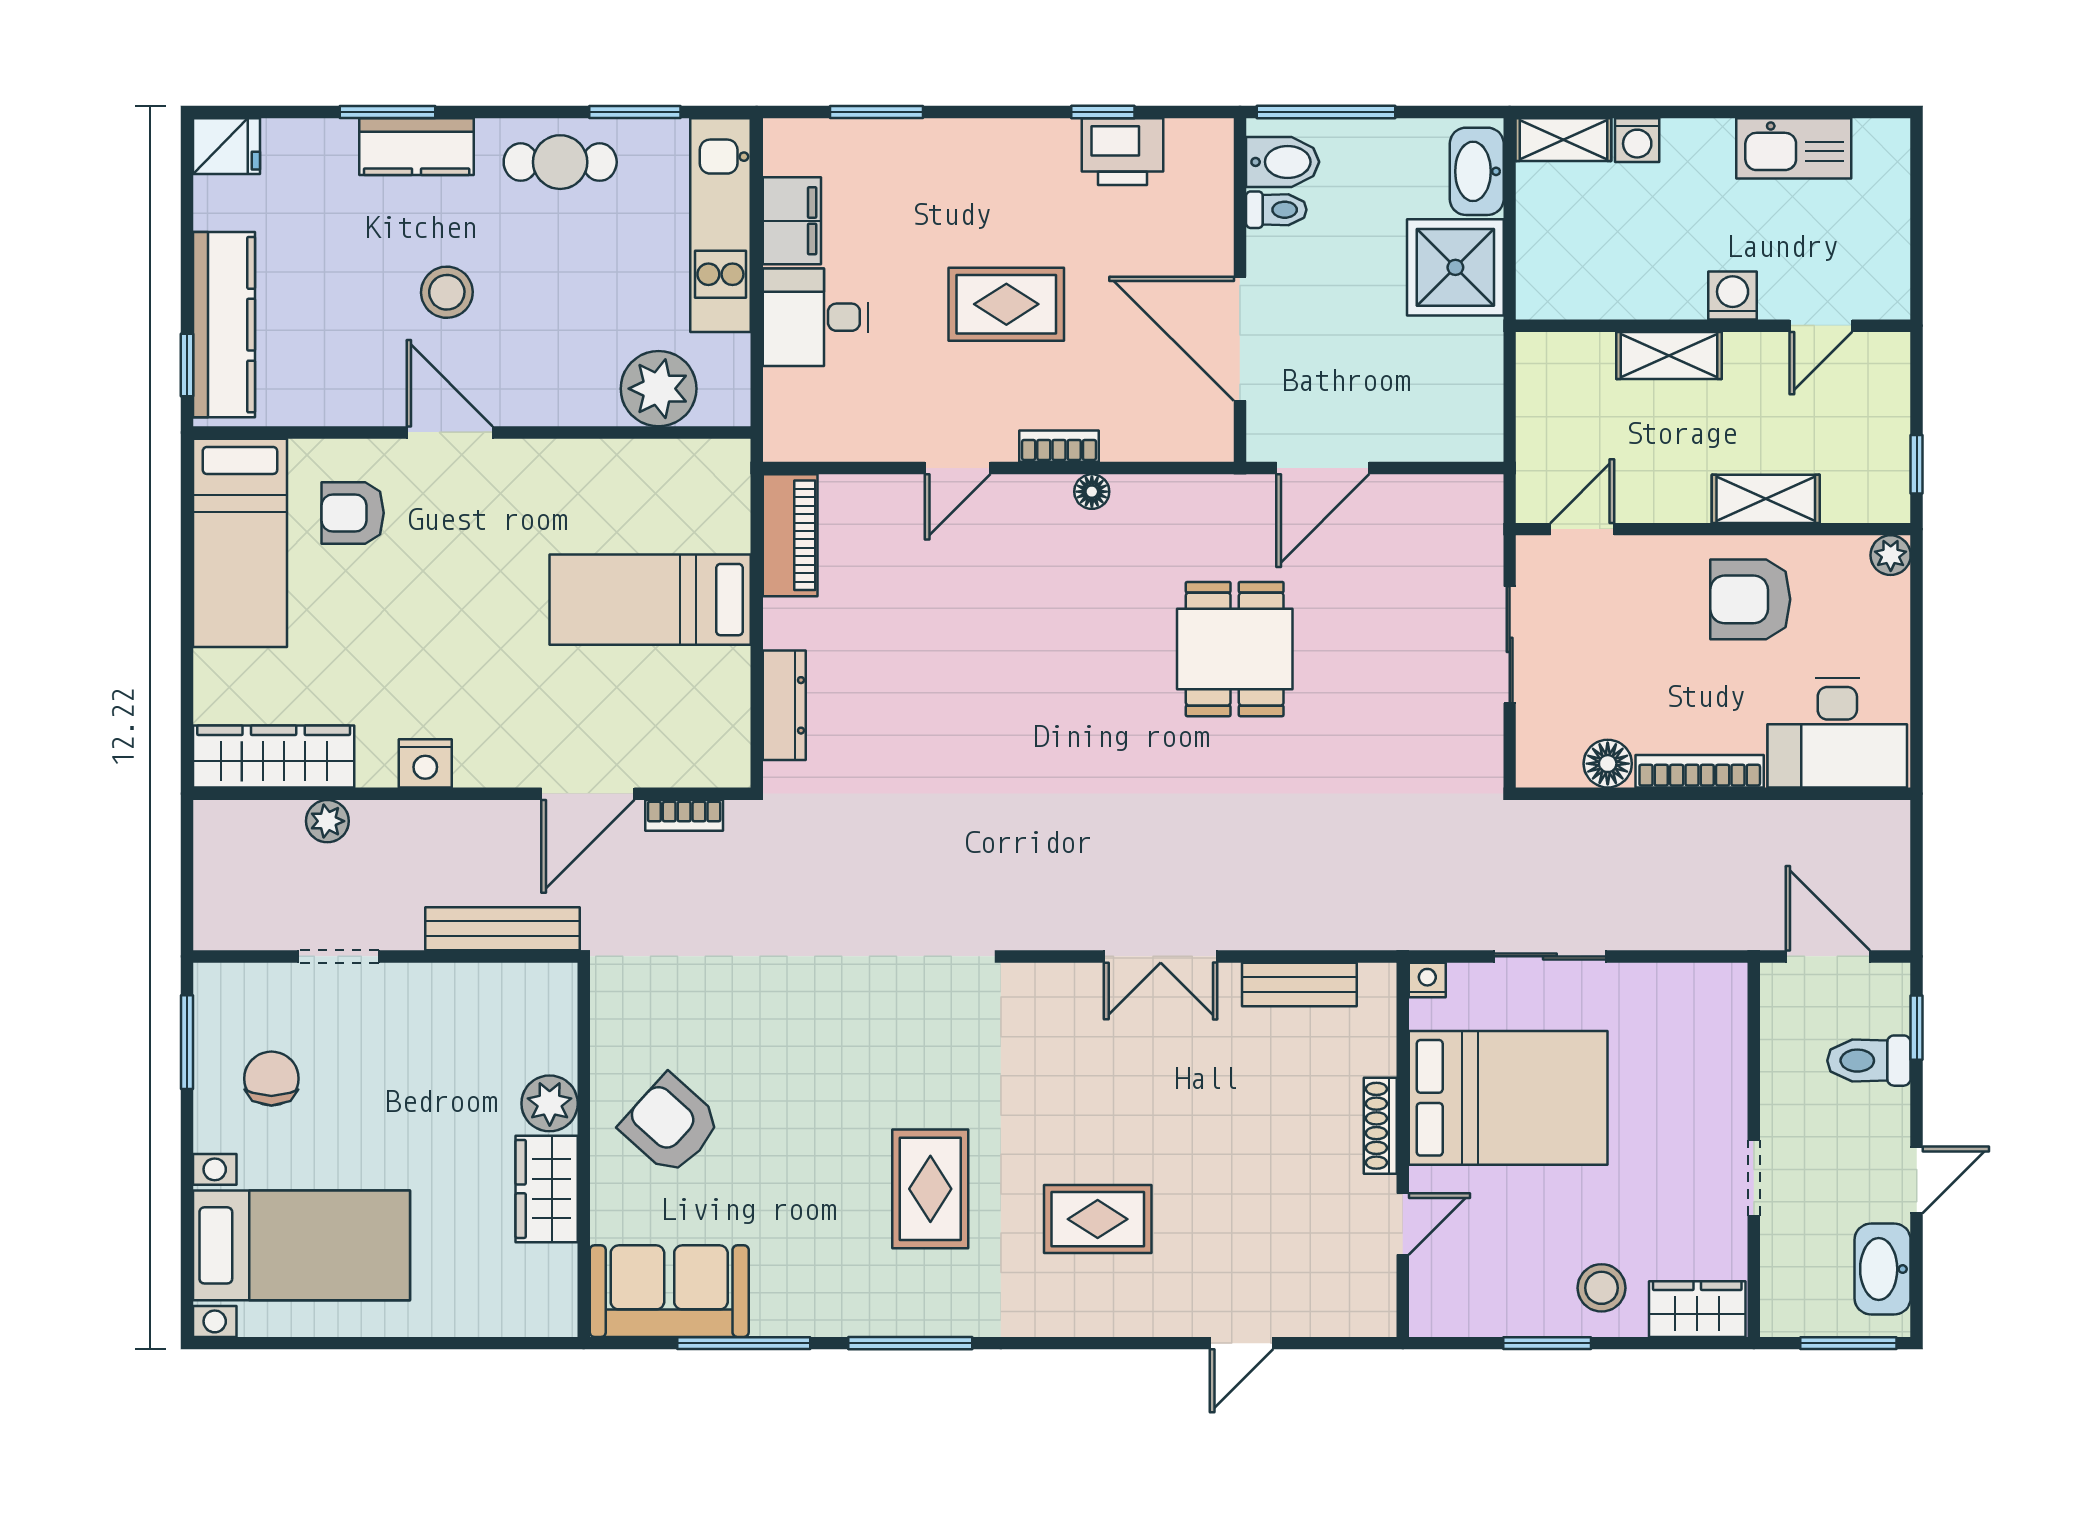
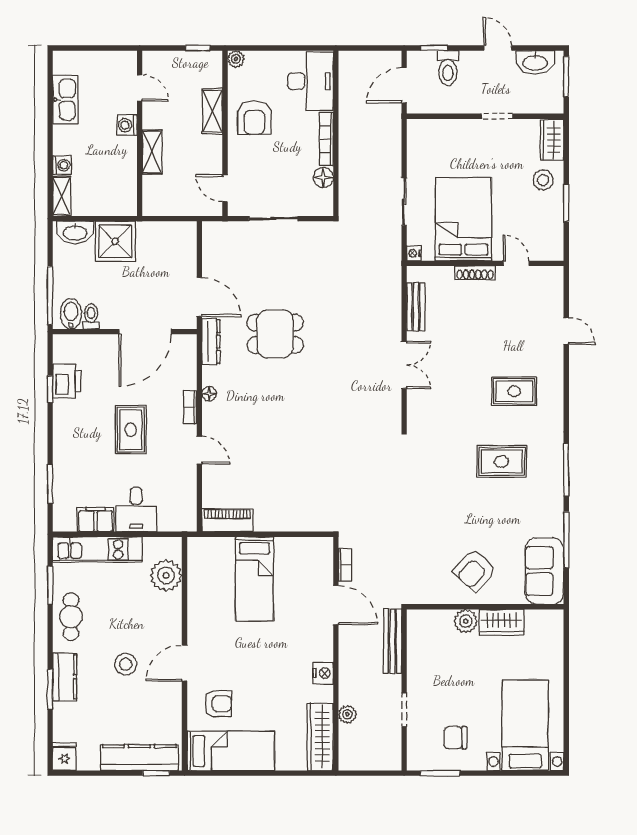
armchair: (353, 513) -> (218, 704), turned -90
dresser: (784, 705) -> (211, 342), moved, turned 90
rug: (1098, 1219) -> (514, 391), turned 90

